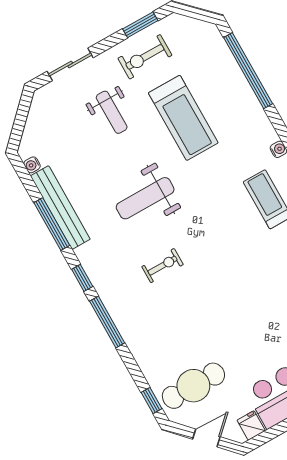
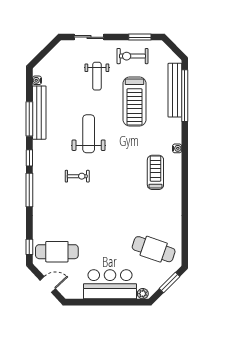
bench: (230, 71) -> (175, 90), added
weight bench: (145, 198) -> (89, 134), turned 90
fridge: (251, 426) -> (76, 291), removed

